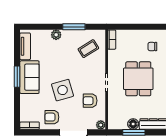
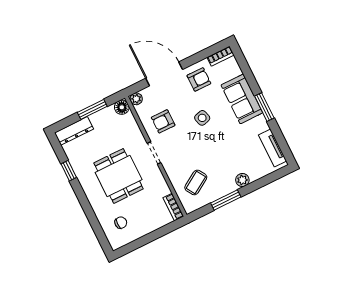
sofa: (29, 77) -> (242, 99), moved
side table: (63, 90) -> (202, 118), width x0.54, depth x0.54
armchair: (90, 101) -> (163, 121), turned 180
floor lamp: (133, 124) -> (122, 107), moved

